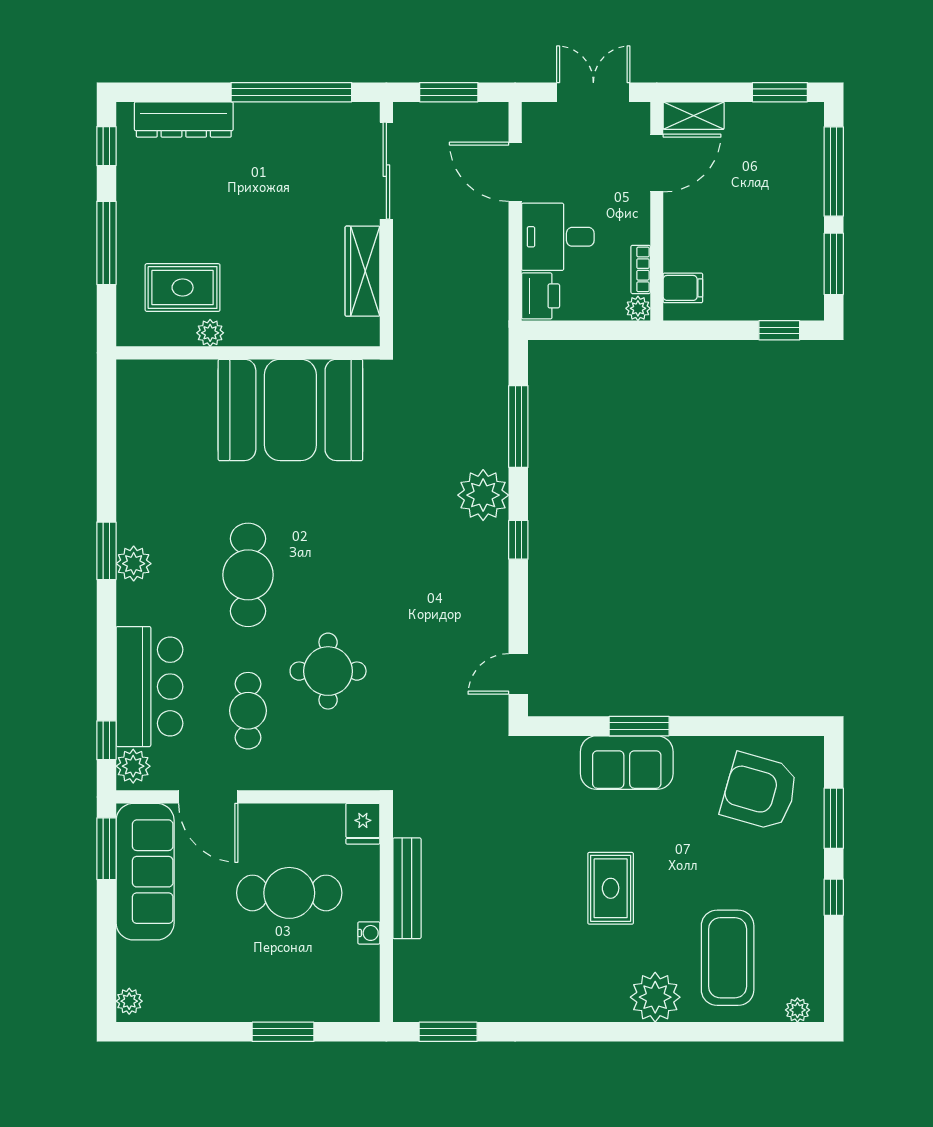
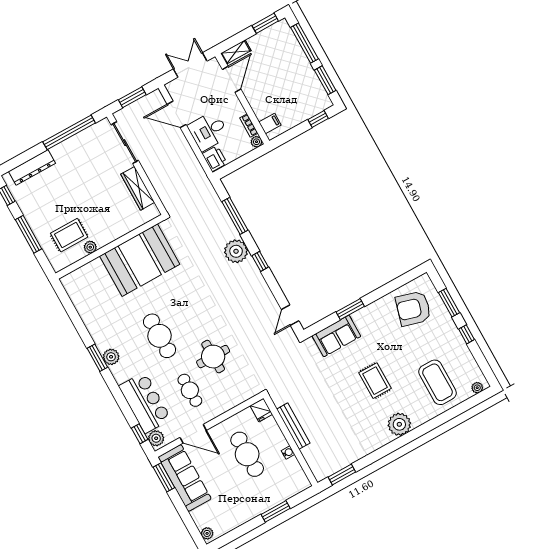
sofa: (627, 763) -> (336, 336), moved
cafe table: (289, 893) -> (247, 454), turned 90
plant: (655, 997) -> (399, 424), moved

